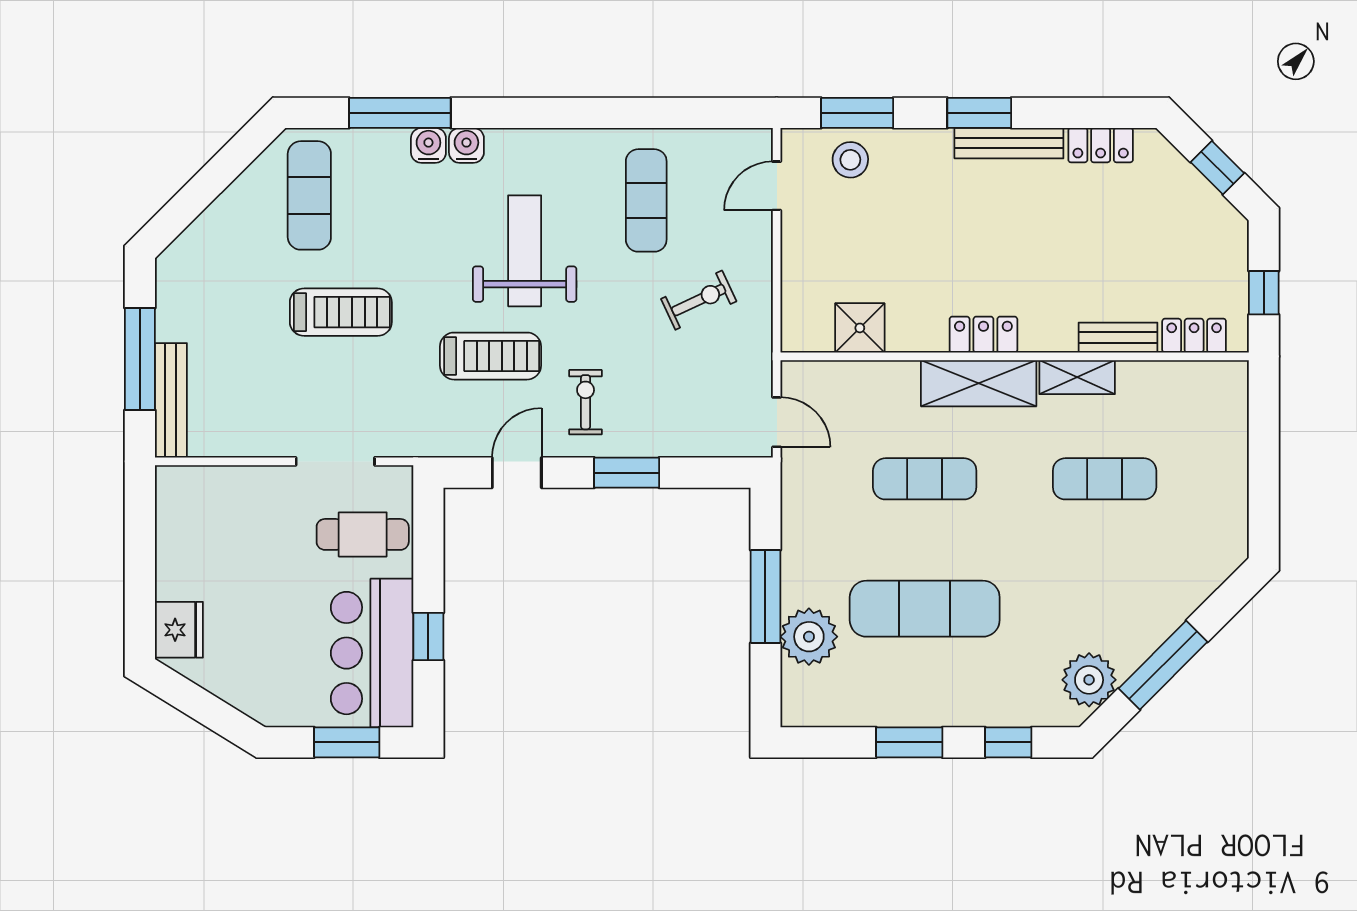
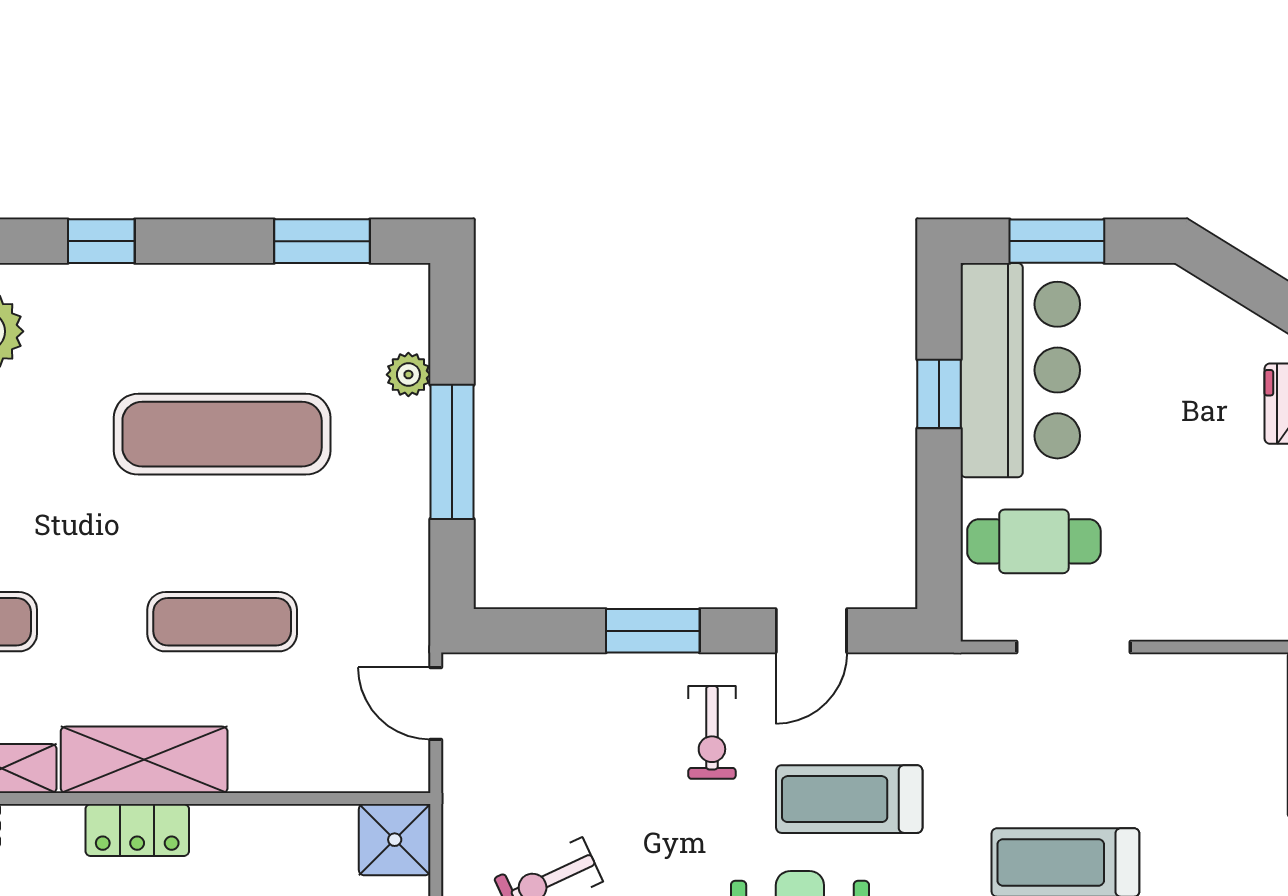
shower: (860, 328) -> (395, 840), moved
plant: (809, 637) -> (408, 375), width x0.53, depth x0.53
window: (909, 742) -> (322, 241), moved

